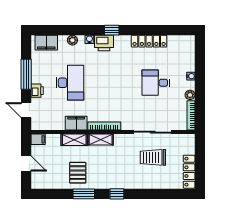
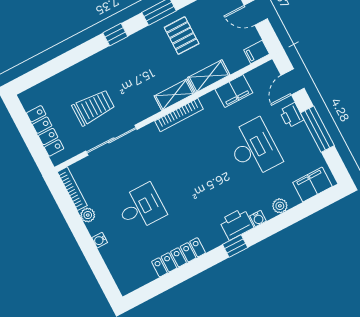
desk: (70, 83) -> (254, 148), turned 180
door: (26, 110) -> (293, 82), swing flipped
filing cabinet: (76, 123) -> (234, 91), moved
locker: (189, 172) -> (45, 131), moved

